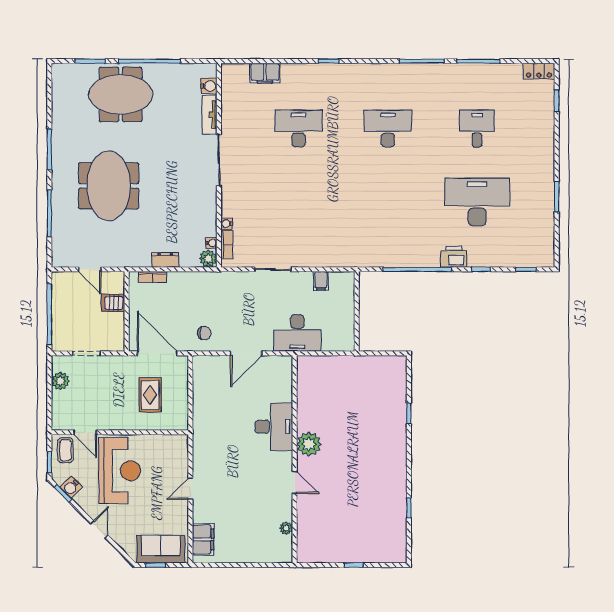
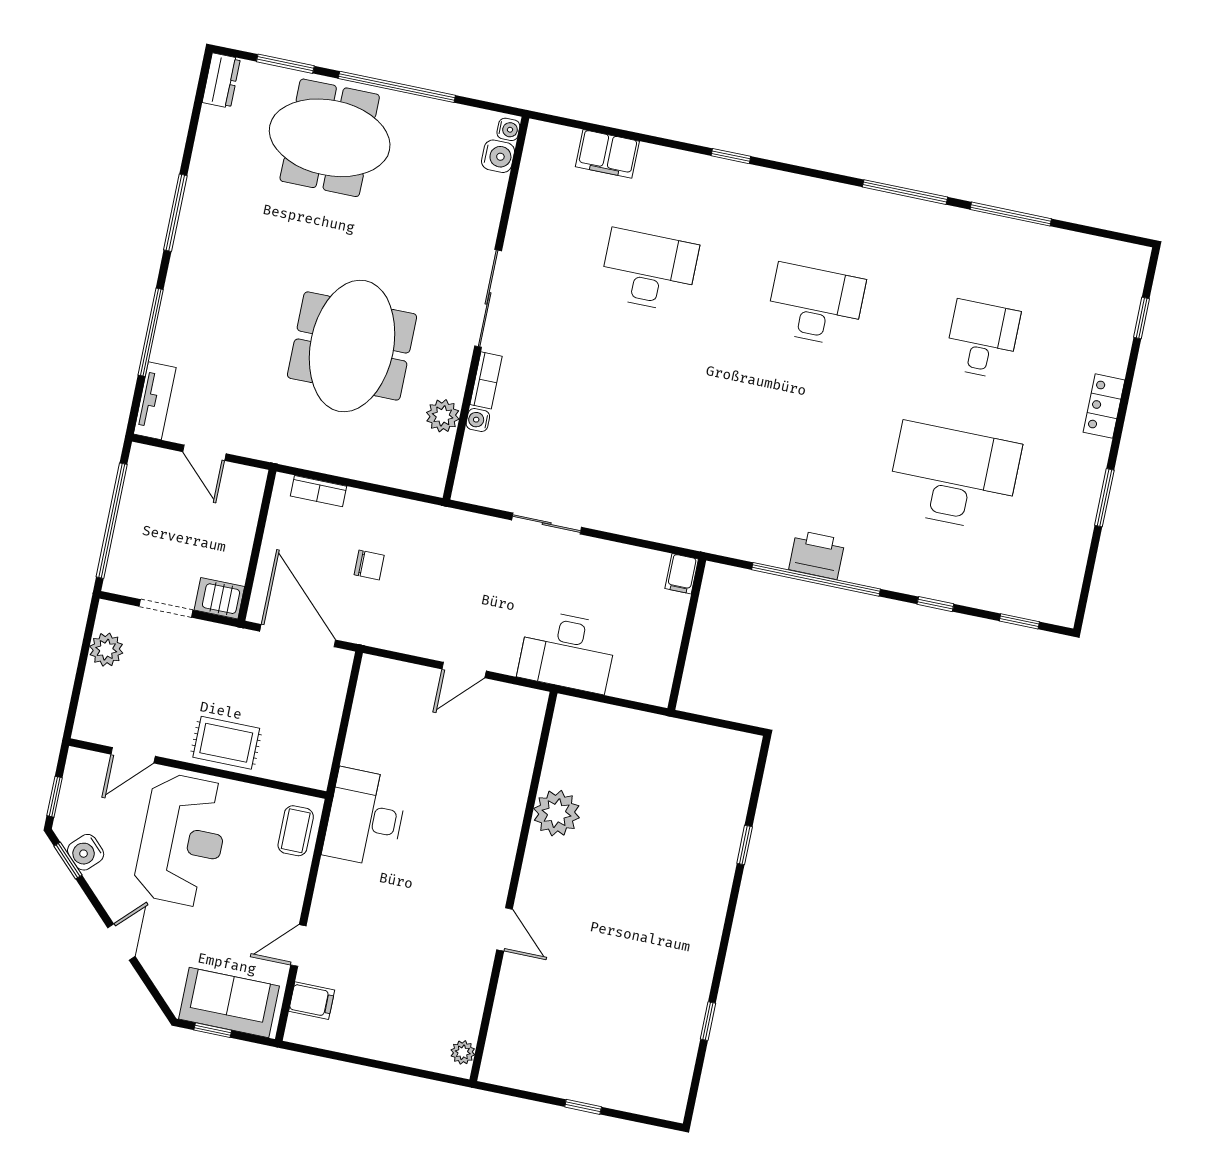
locker: (539, 71) -> (1104, 406), moved, turned 90
tv unit: (210, 115) -> (155, 401), moved, turned 180
meeting table: (109, 186) -> (352, 346), moved
water cooler: (211, 243) -> (508, 129), moved
bookcase: (227, 245) -> (486, 380), moved
printer: (454, 257) -> (817, 555), moved
plant: (208, 259) -> (443, 416), moved
dresser: (165, 260) -> (221, 81), moved, turned 90
filing cabinet: (321, 281) -> (682, 574), moved
server rack: (113, 303) -> (219, 598), moved
chair: (204, 333) -> (369, 565), moved
door: (246, 353) -> (464, 670), width x0.73
rug: (150, 395) -> (226, 743), moved, turned 90
desk: (274, 427) -> (365, 818), moved, turned 180
door: (85, 432) -> (133, 755), hinge flipped
plant: (309, 444) -> (557, 813), moved
coffee table: (66, 450) -> (296, 831), moved
door: (190, 489) -> (298, 946), moved
plant: (286, 528) -> (463, 1052), moved
filing cabinet: (203, 539) -> (312, 1001), width x0.50

